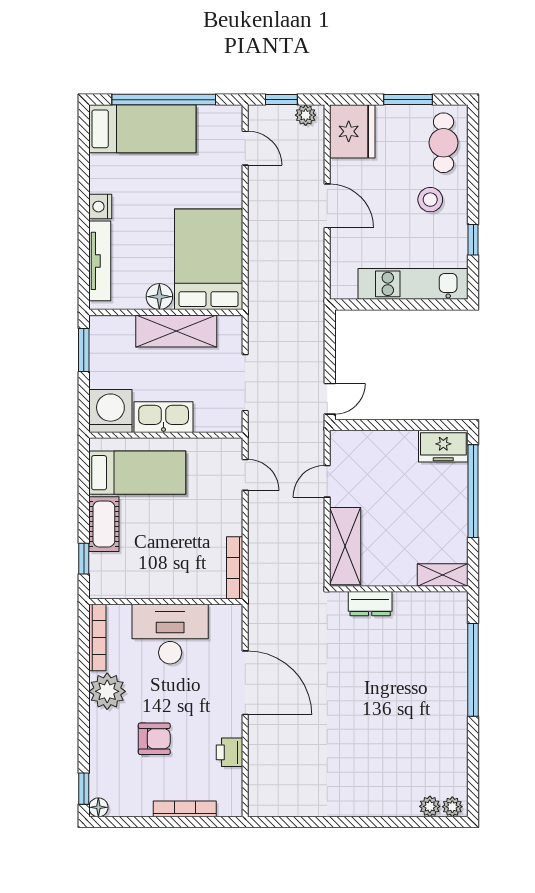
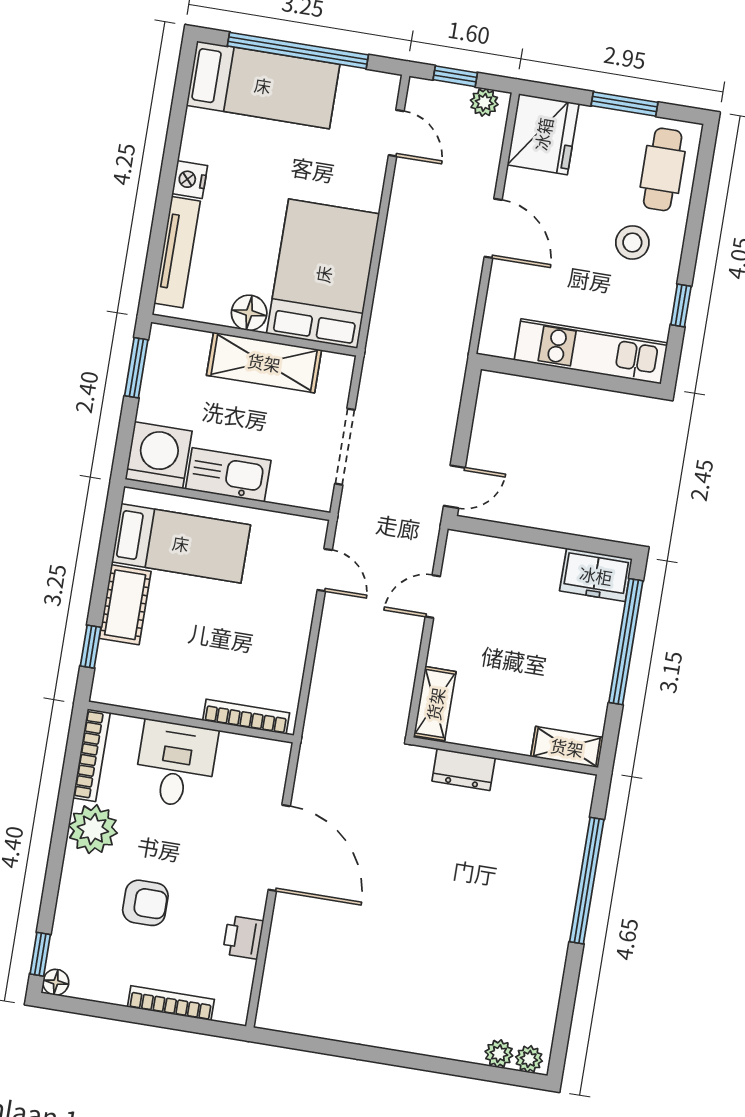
shelving: (345, 546) -> (435, 704), width x0.67, depth x0.75
bookcase: (235, 568) -> (246, 717), moved, turned 90
desk: (170, 634) -> (176, 764), width x0.73

